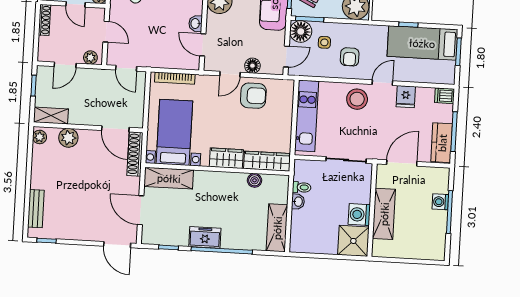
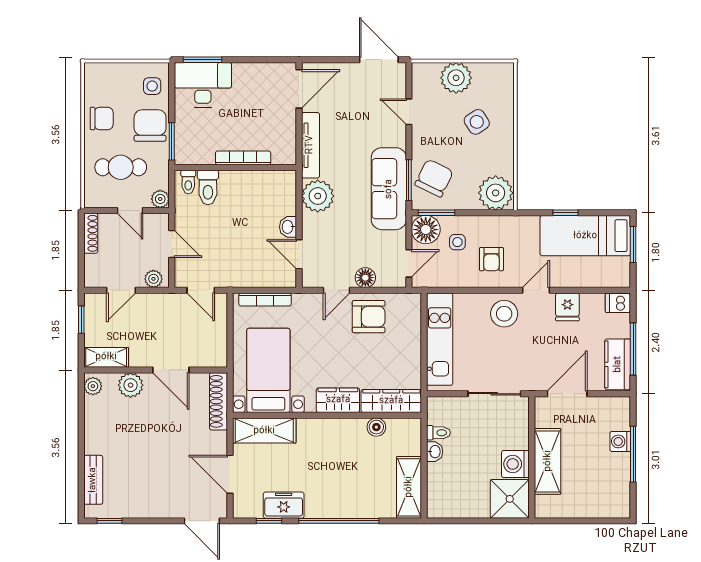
door: (115, 129) -> (171, 370), moved
freezer: (205, 237) -> (284, 505), moved

